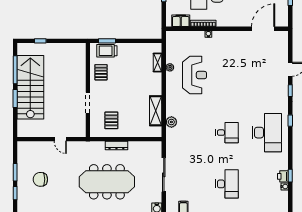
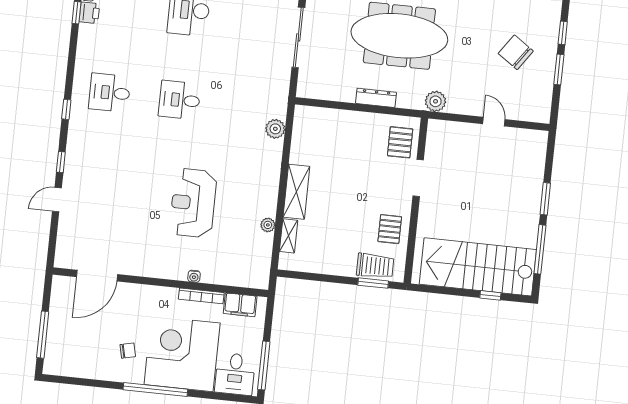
reception desk: (195, 75) -> (193, 203), moved
stairs: (30, 87) -> (478, 267), moved, turned 90
shelving: (156, 111) -> (296, 192), moved
pallet: (111, 120) -> (400, 142), moved
desk: (267, 133) -> (110, 93), width x0.53, depth x0.77
door: (60, 139) -> (494, 122), moved
plant: (83, 147) -> (436, 101), added
chair: (40, 179) -> (516, 52), turned -145

